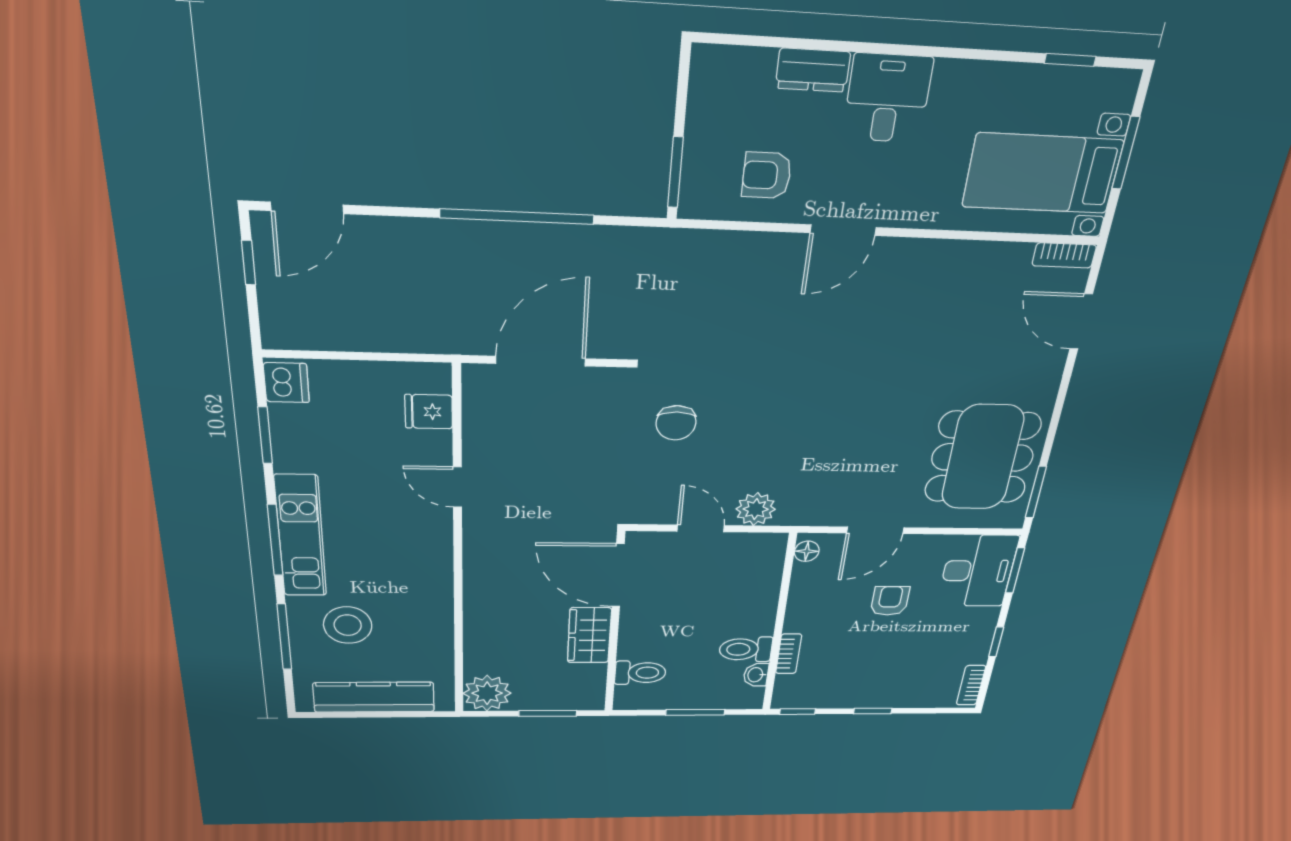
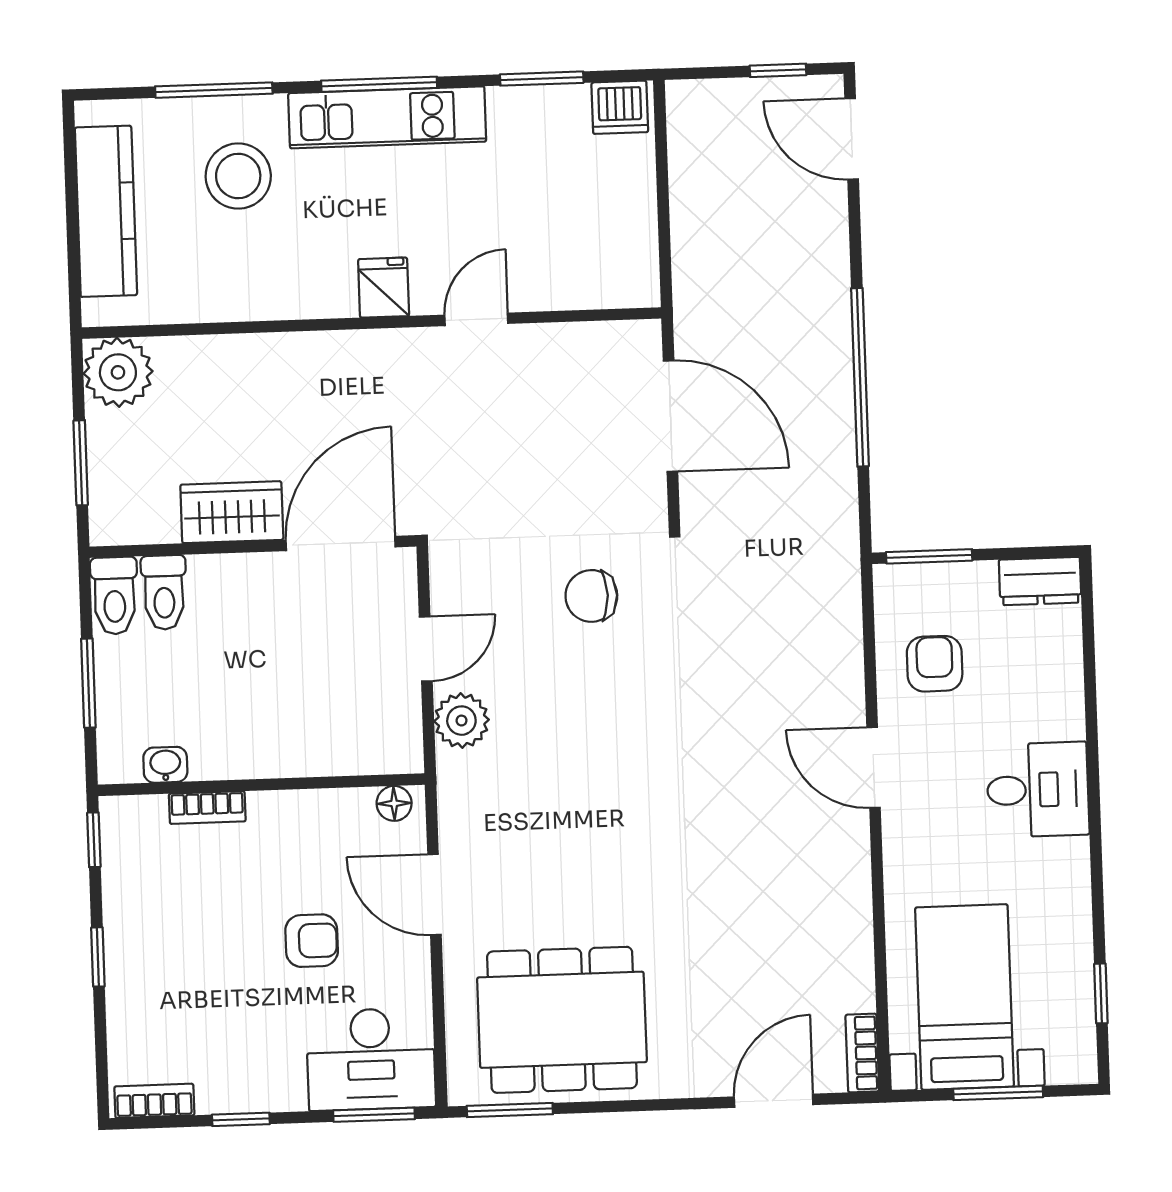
dresser: (813, 70) -> (1040, 581), moved, turned -90
fridge: (429, 412) -> (384, 288), moved
toilet: (746, 649) -> (114, 596), moved, turned 180

